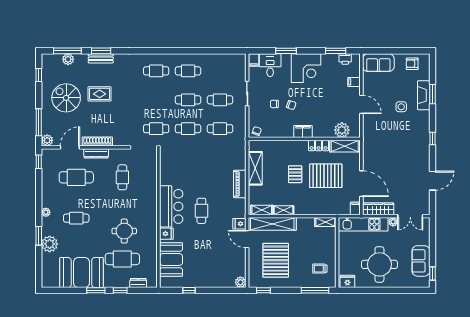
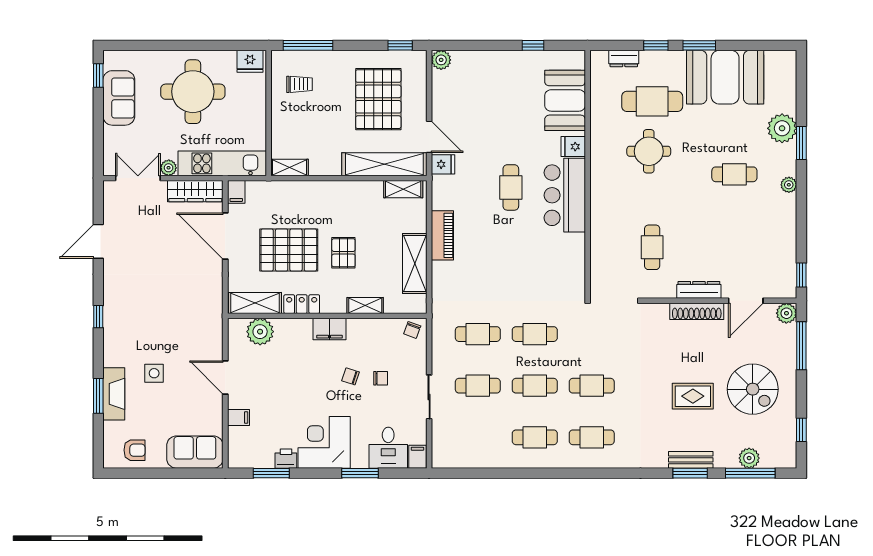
printer: (345, 59) -> (286, 459), moved
cafe table: (156, 129) -> (592, 386), moved
cafe table: (76, 177) -> (734, 247), removed
shelving: (284, 210) -> (365, 305), moved

